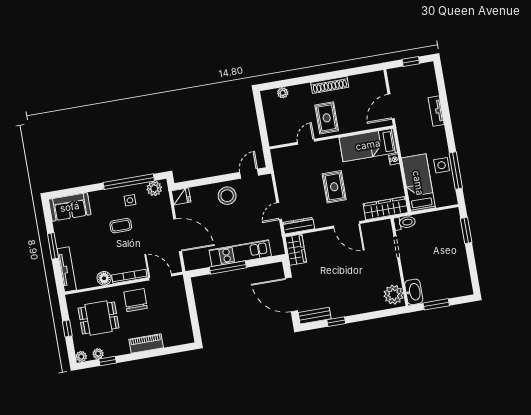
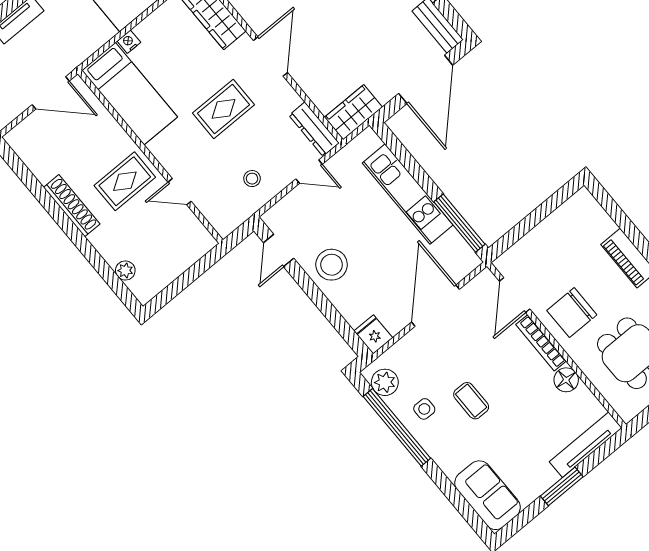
door: (249, 174) -> (279, 251), hinge flipped
stool: (292, 181) -> (252, 179), added
window: (228, 267) -> (459, 223), moved

